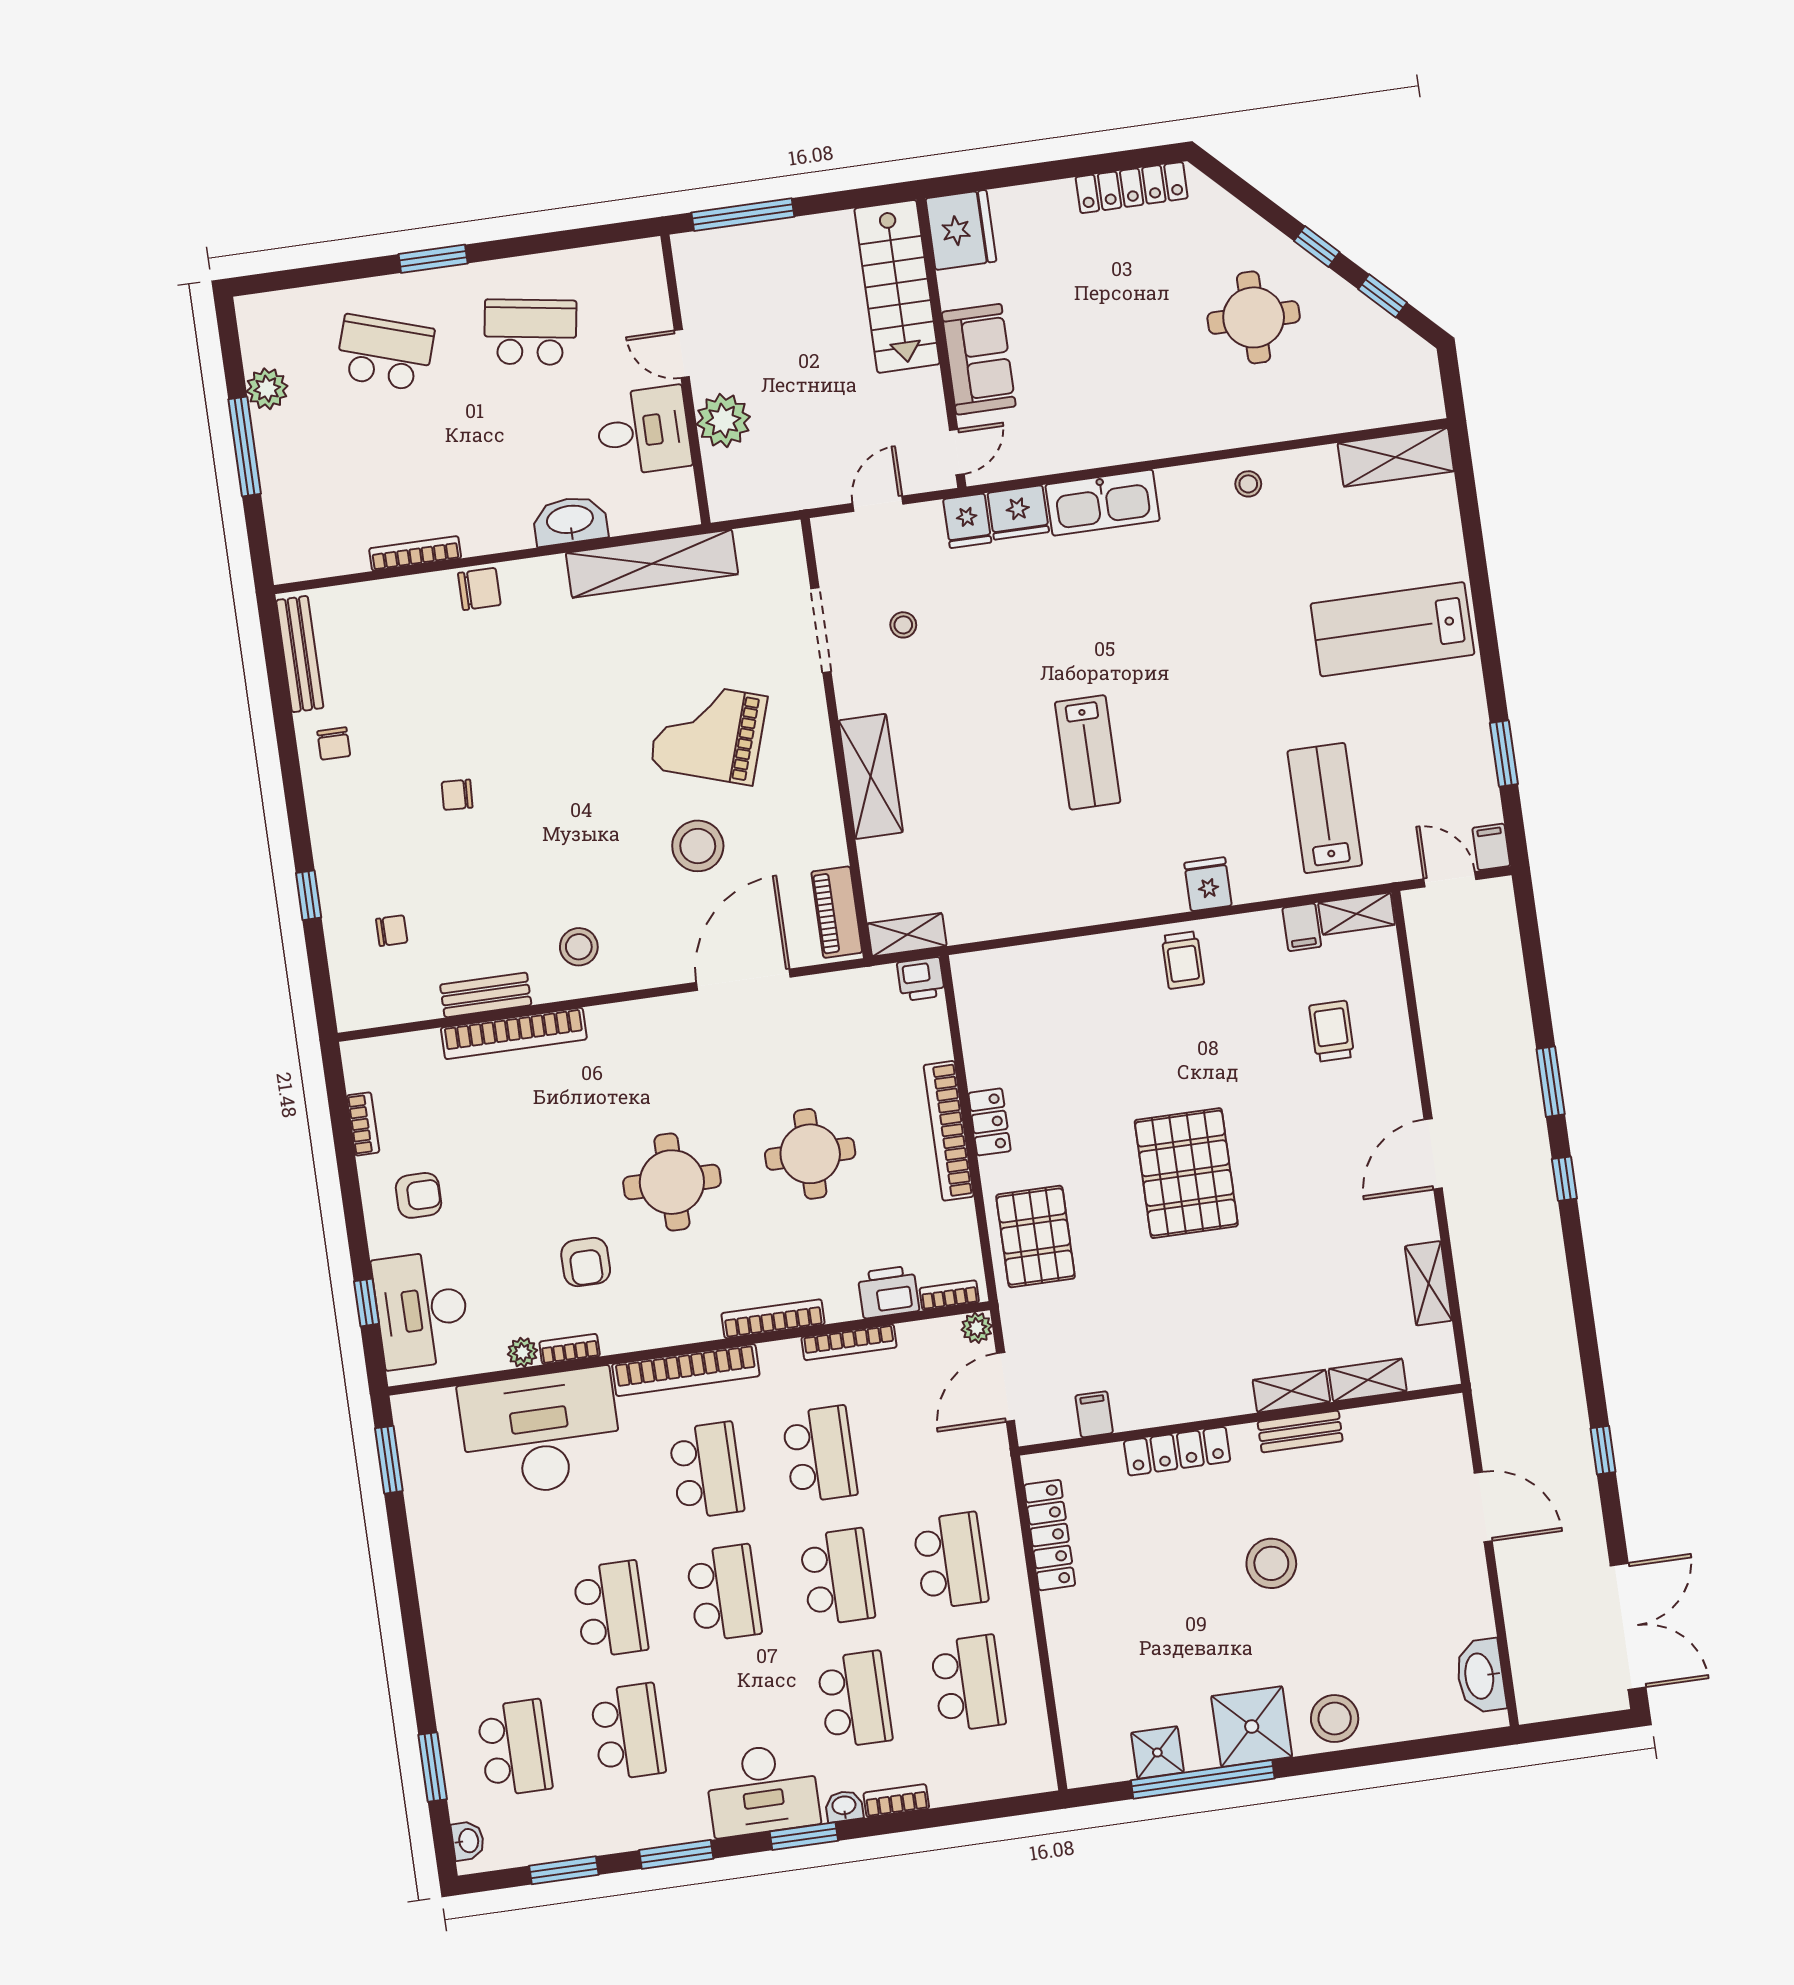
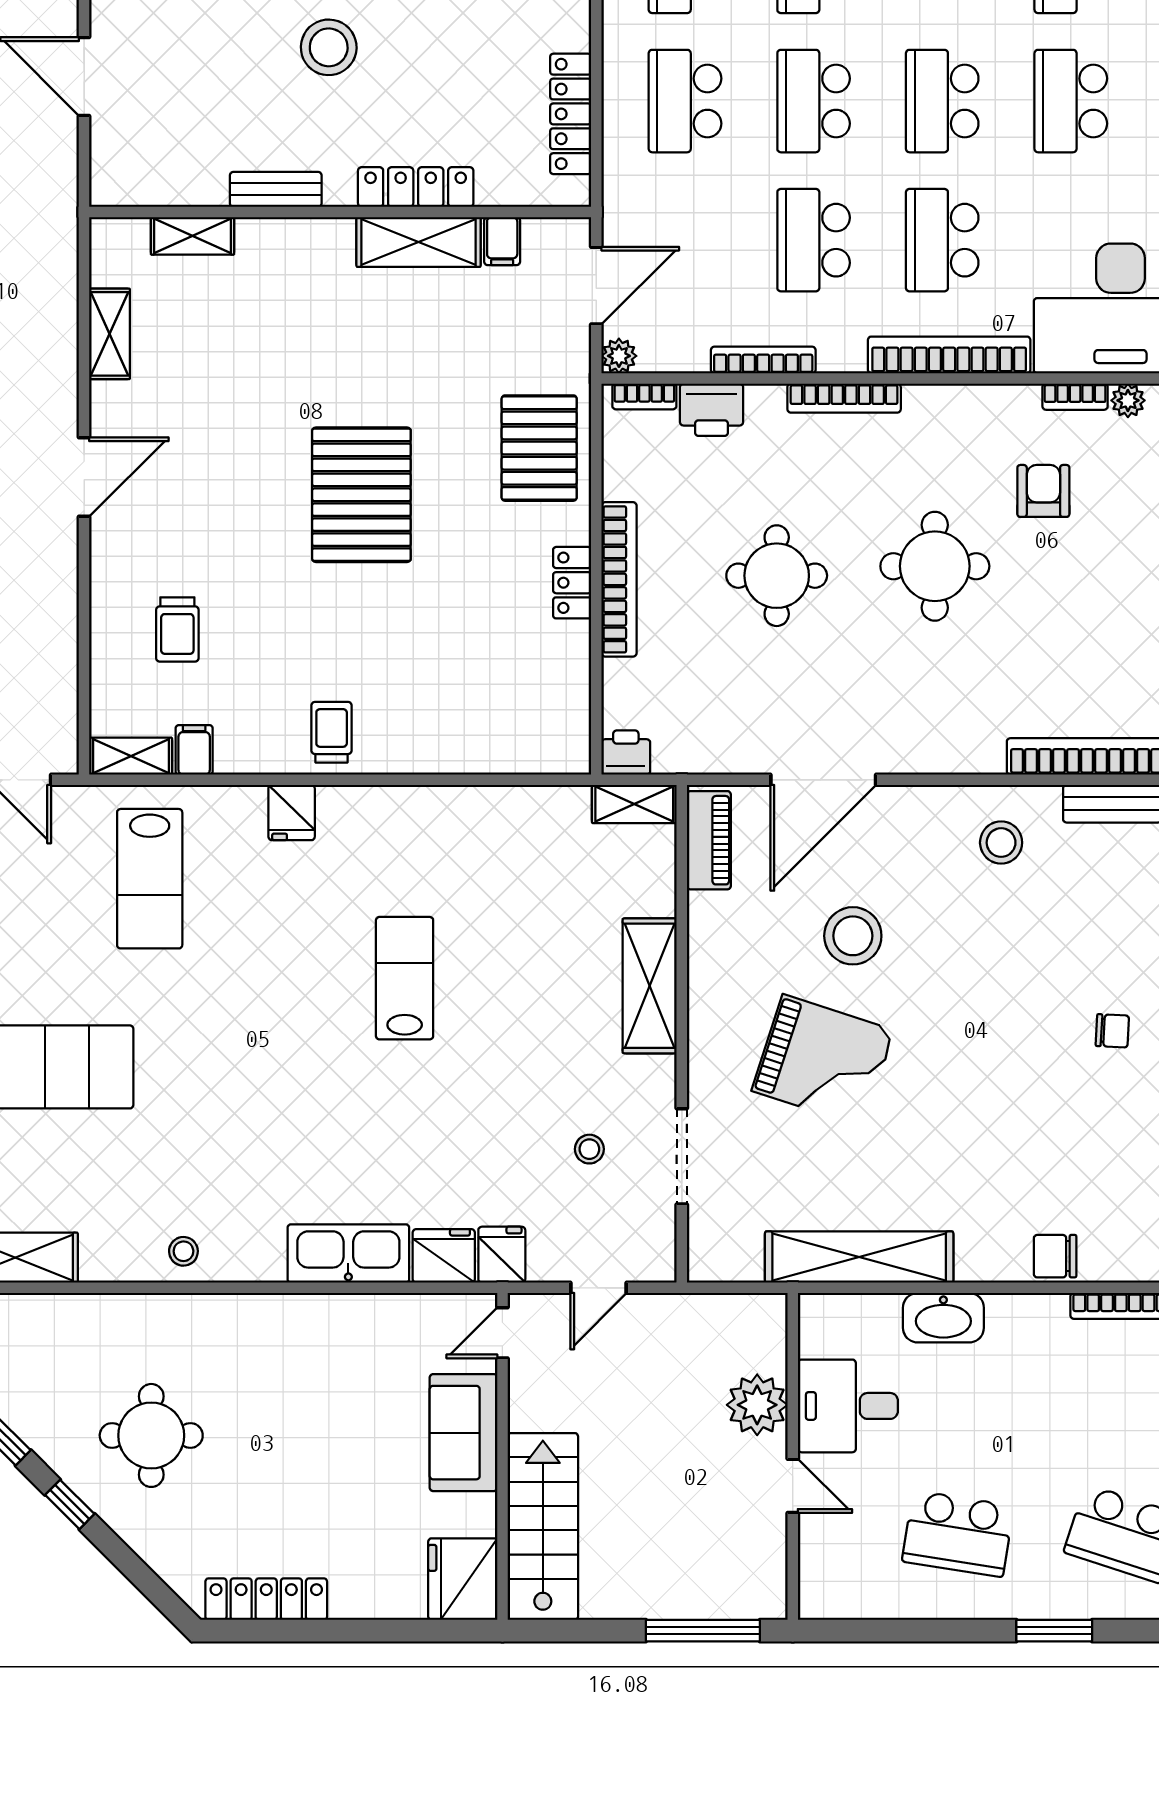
shelving: (1291, 1391) -> (419, 242), moved, width x1.50, depth x1.33

